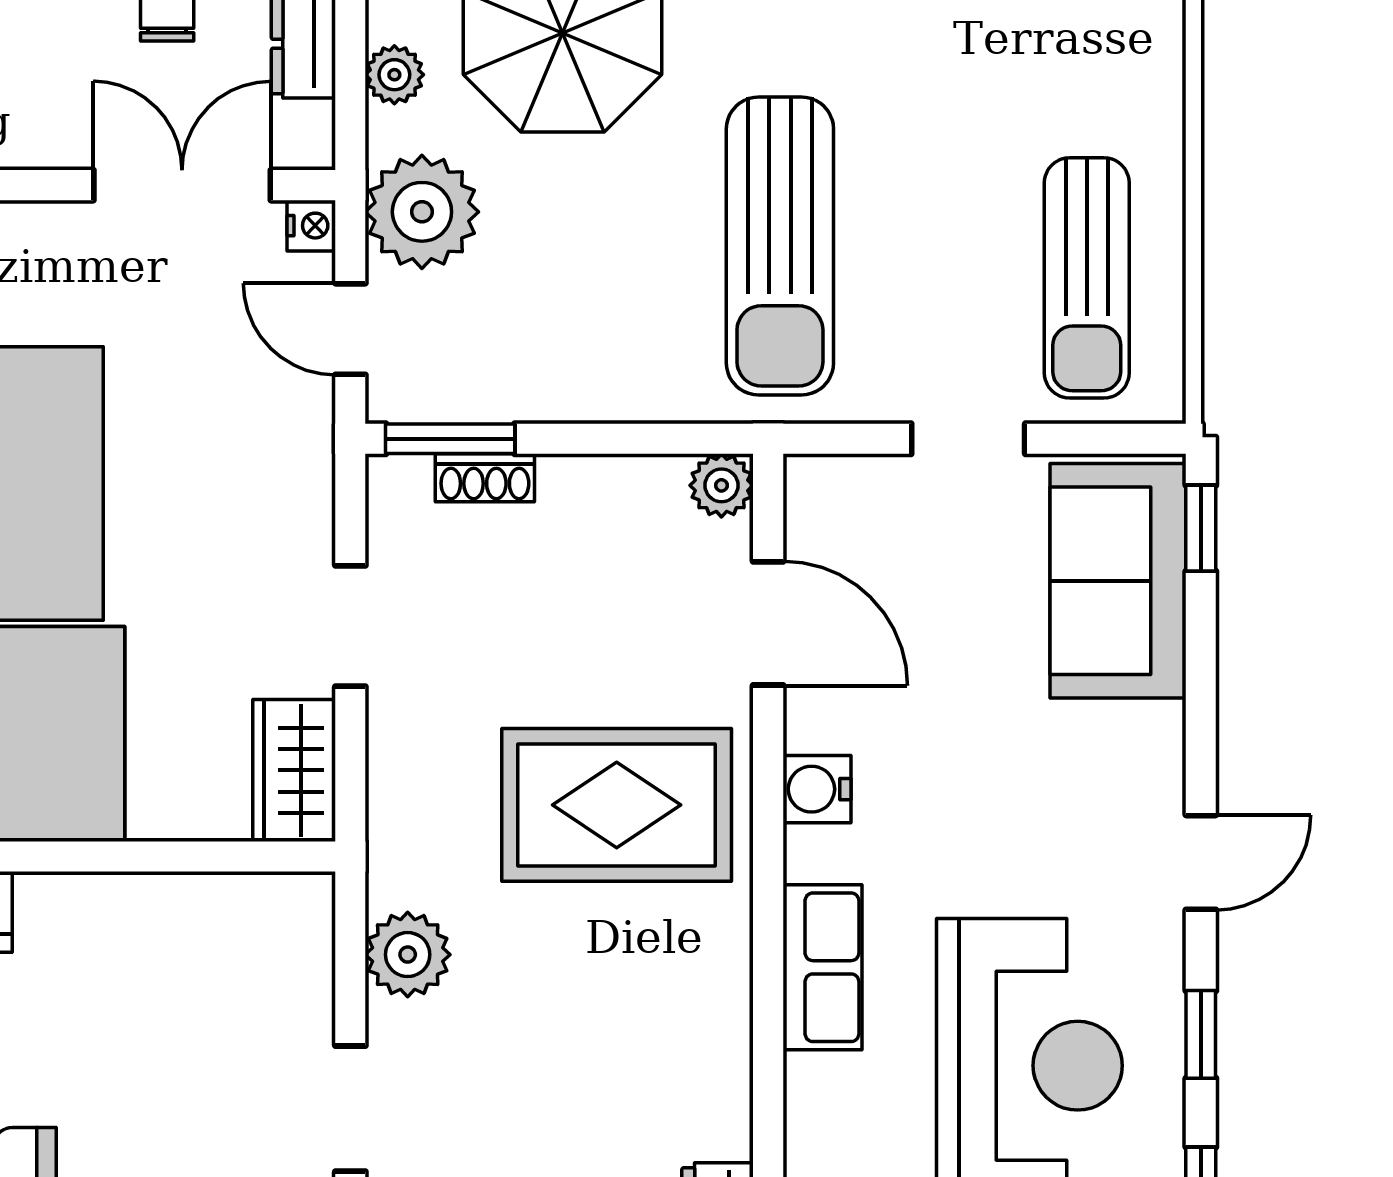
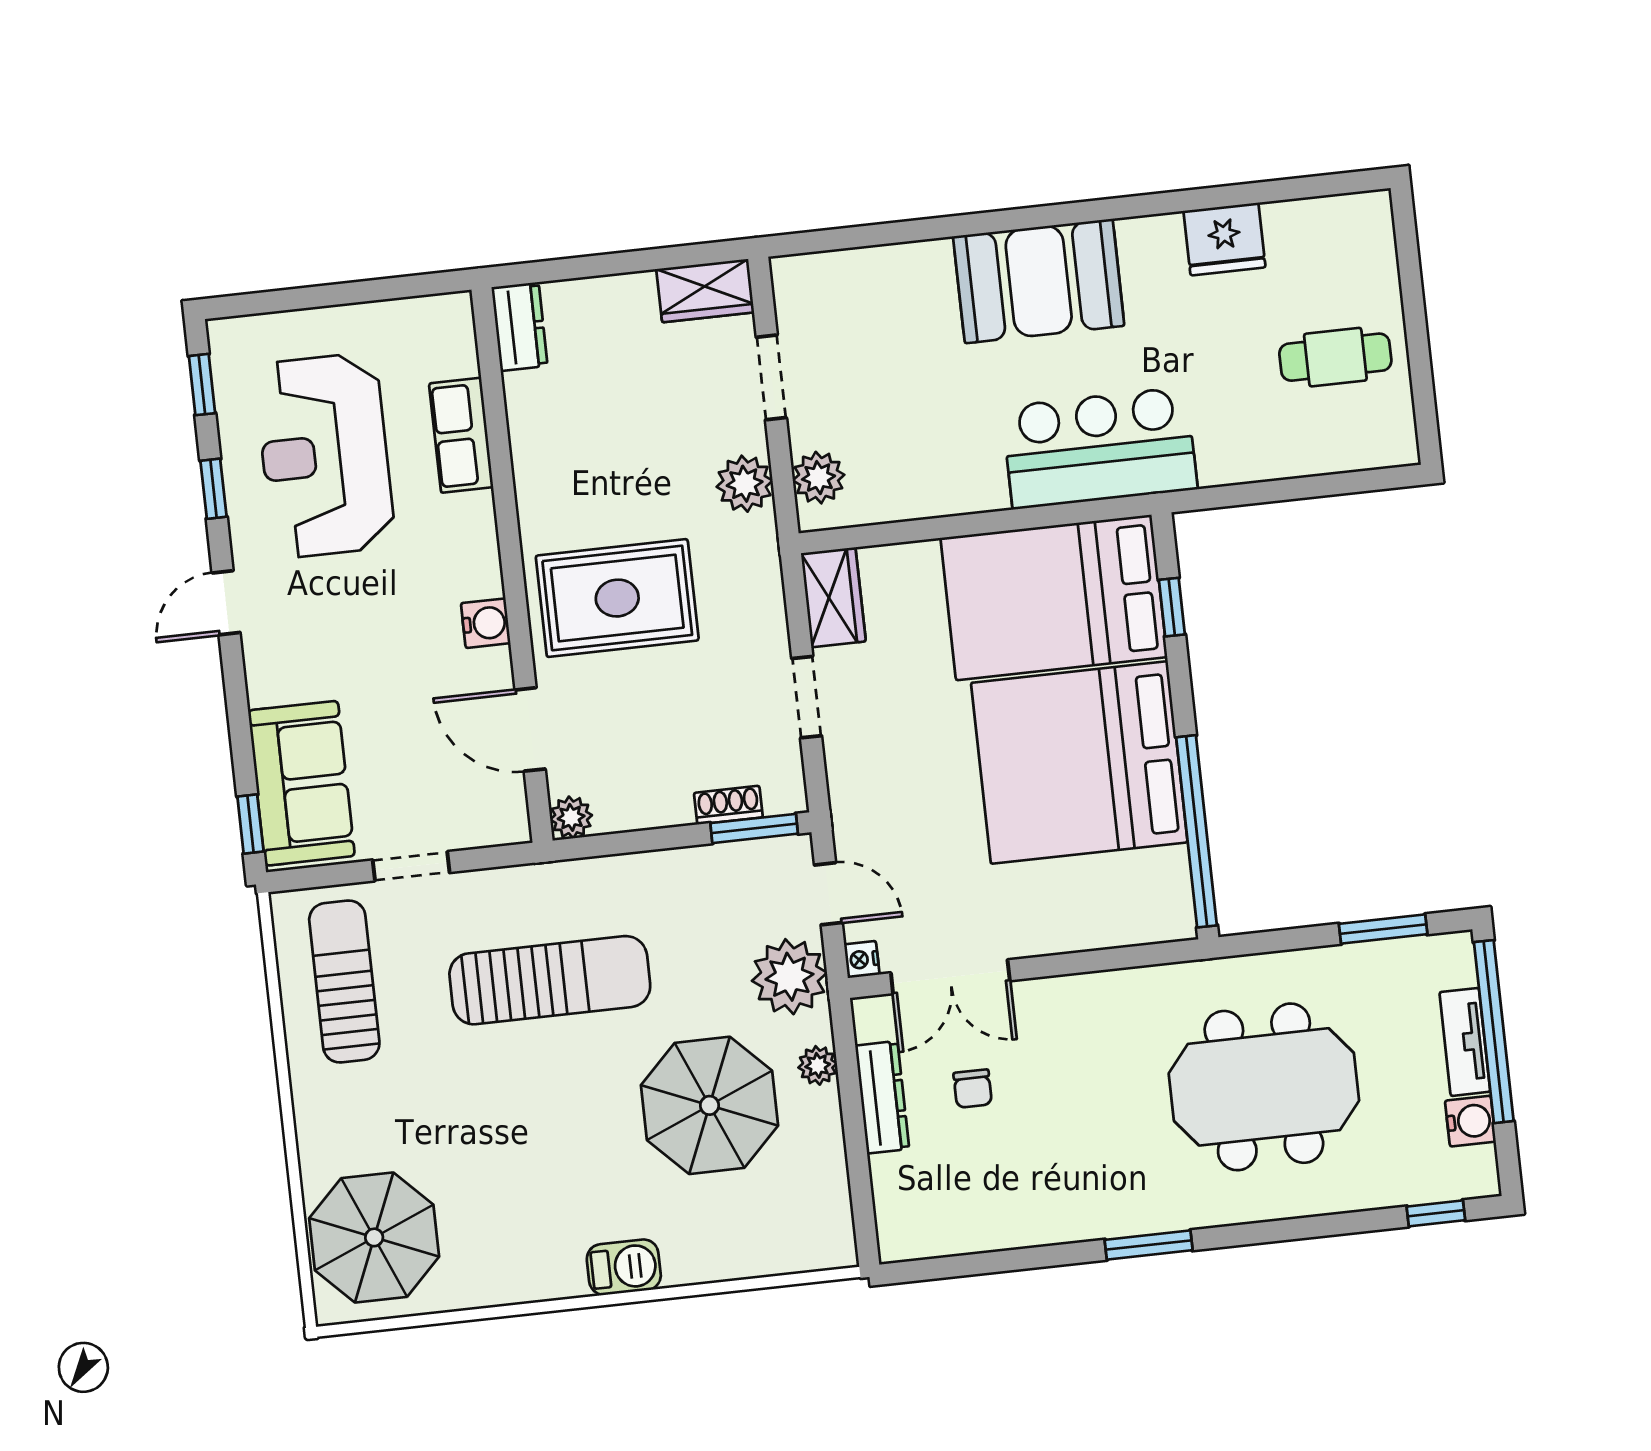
sun lounger: (780, 246) -> (550, 980), turned 90
plant: (296, 951) -> (819, 478), added
row of seats: (823, 967) -> (461, 435), moved

